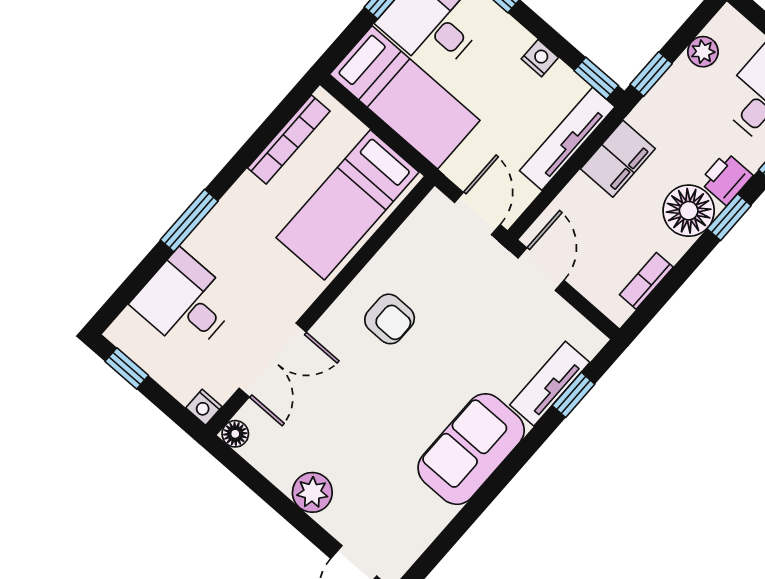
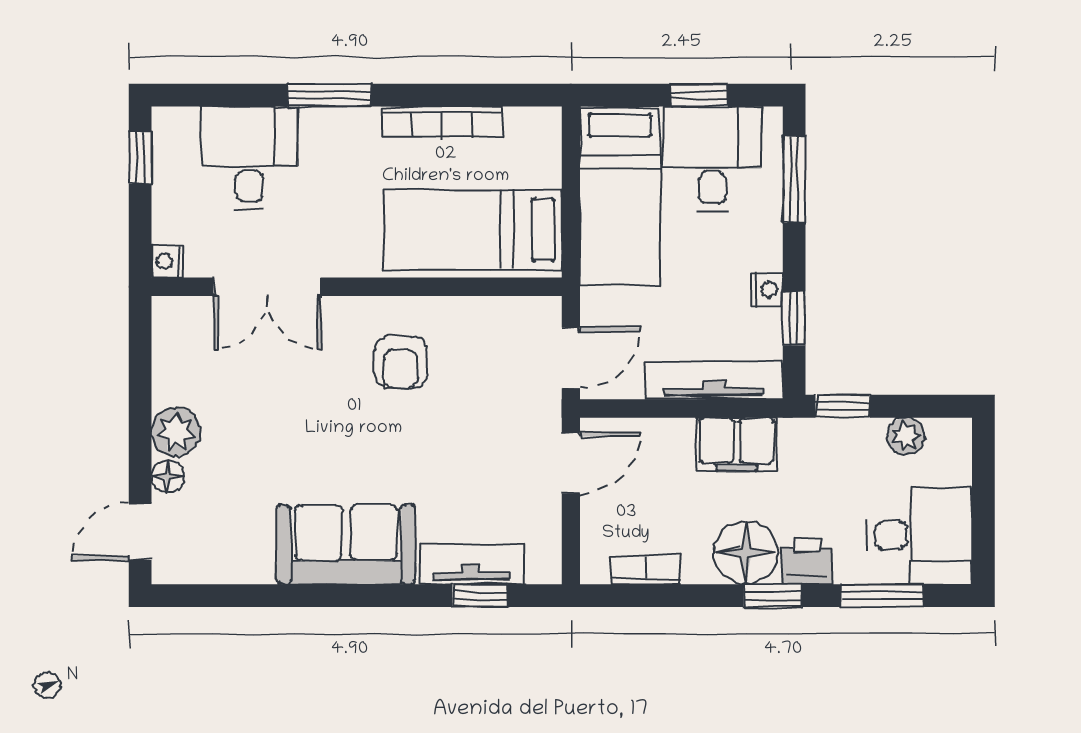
window: (596, 78) -> (794, 318), moved
bookcase: (289, 139) -> (442, 122), moved
floor lamp: (235, 434) -> (168, 476), moved

